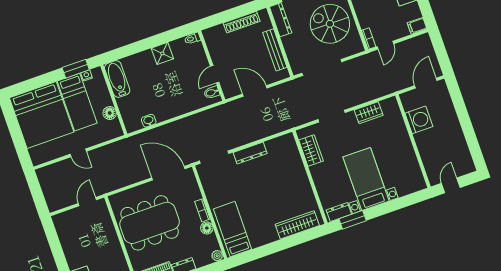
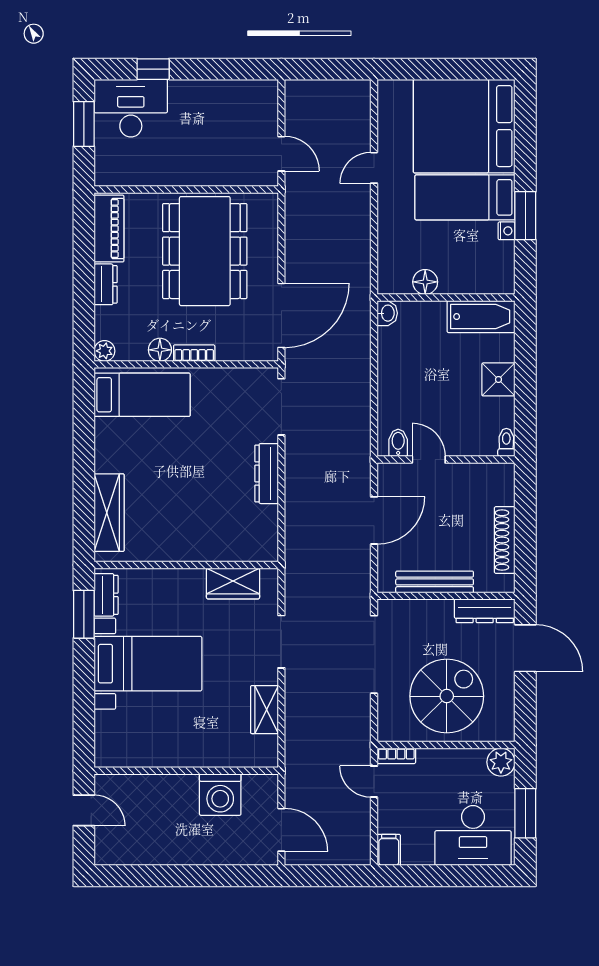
bathtub: (117, 79) -> (481, 317), moved
wall: (114, 100) -> (446, 297), moved
floor lamp: (110, 113) -> (425, 282), moved

